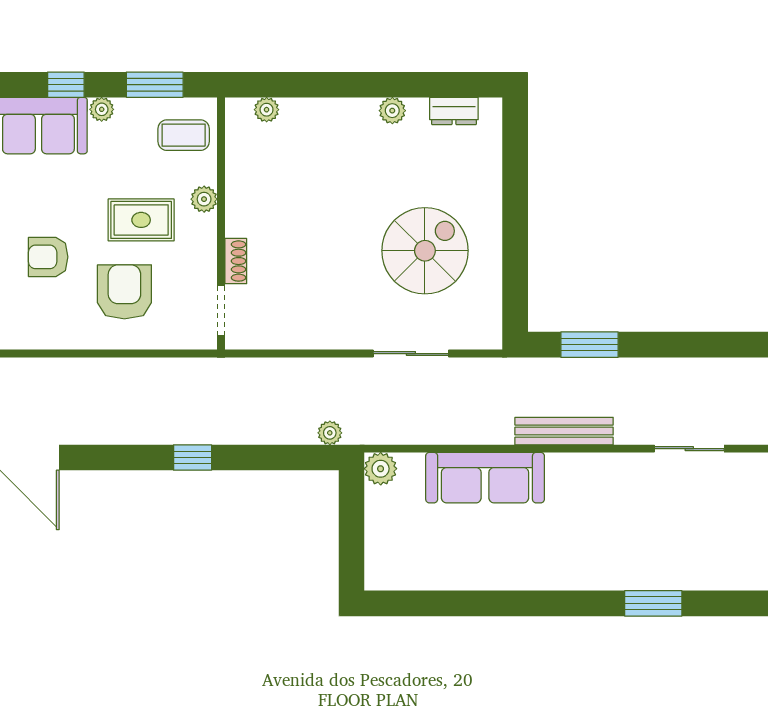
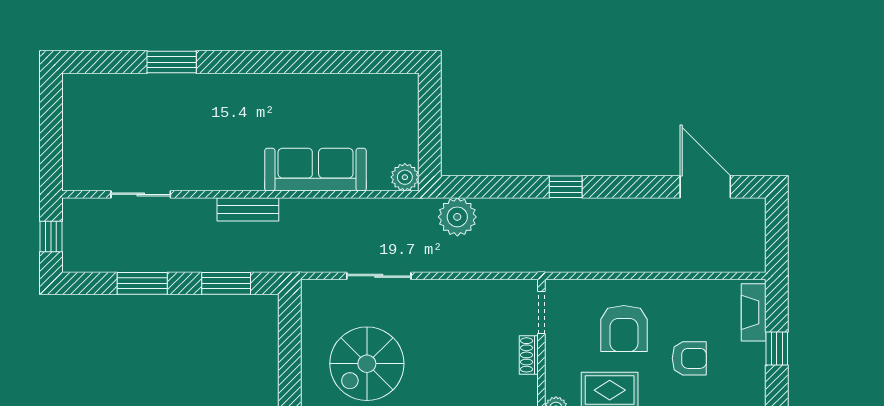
window: (687, 345) -> (142, 283), added
bench: (564, 431) -> (248, 209), width x0.73
plant: (330, 433) -> (457, 217), width x1.88, depth x1.88

